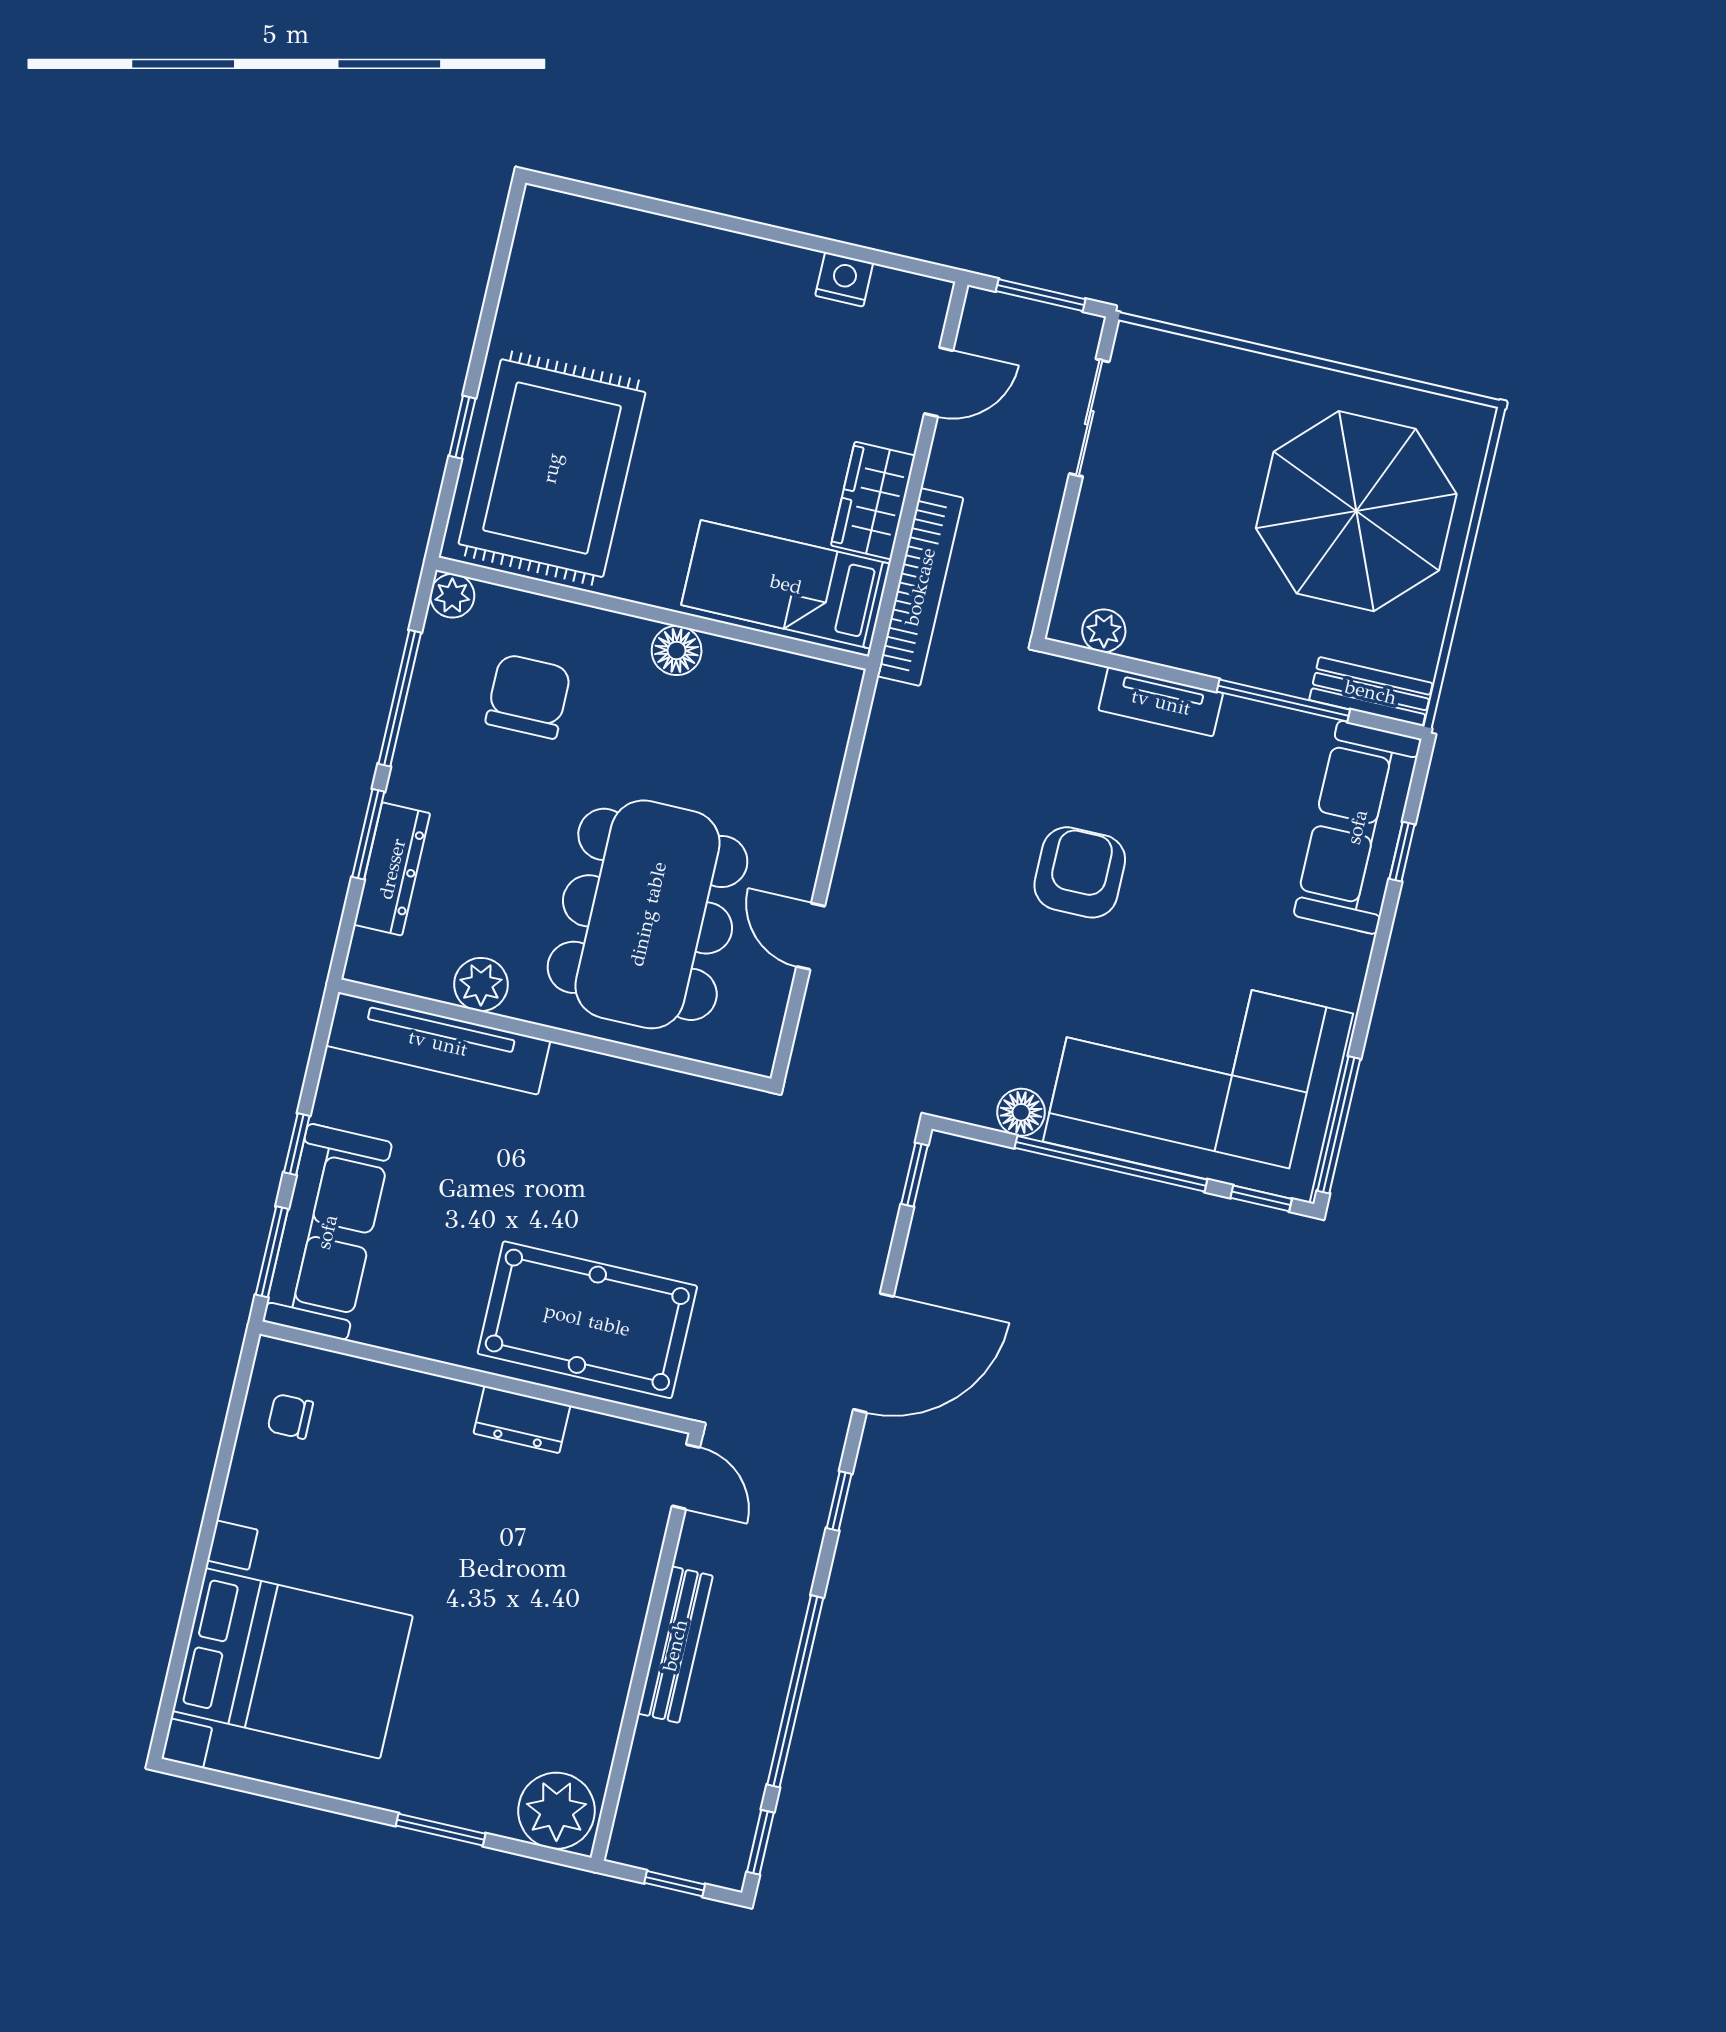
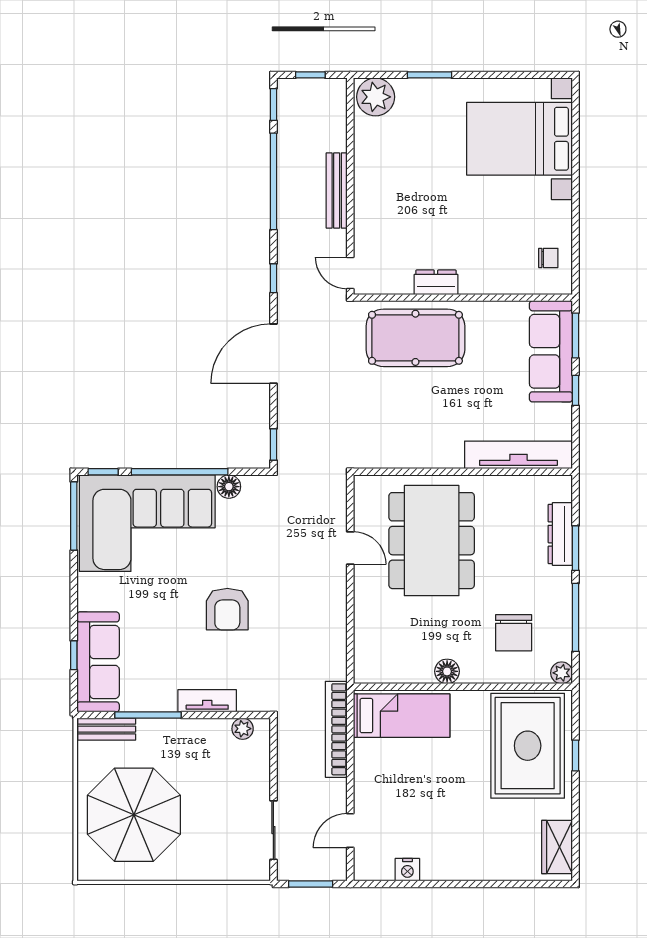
wardrobe: (873, 500) -> (557, 847), moved, turned 180
plant: (481, 984) -> (504, 488), removed

